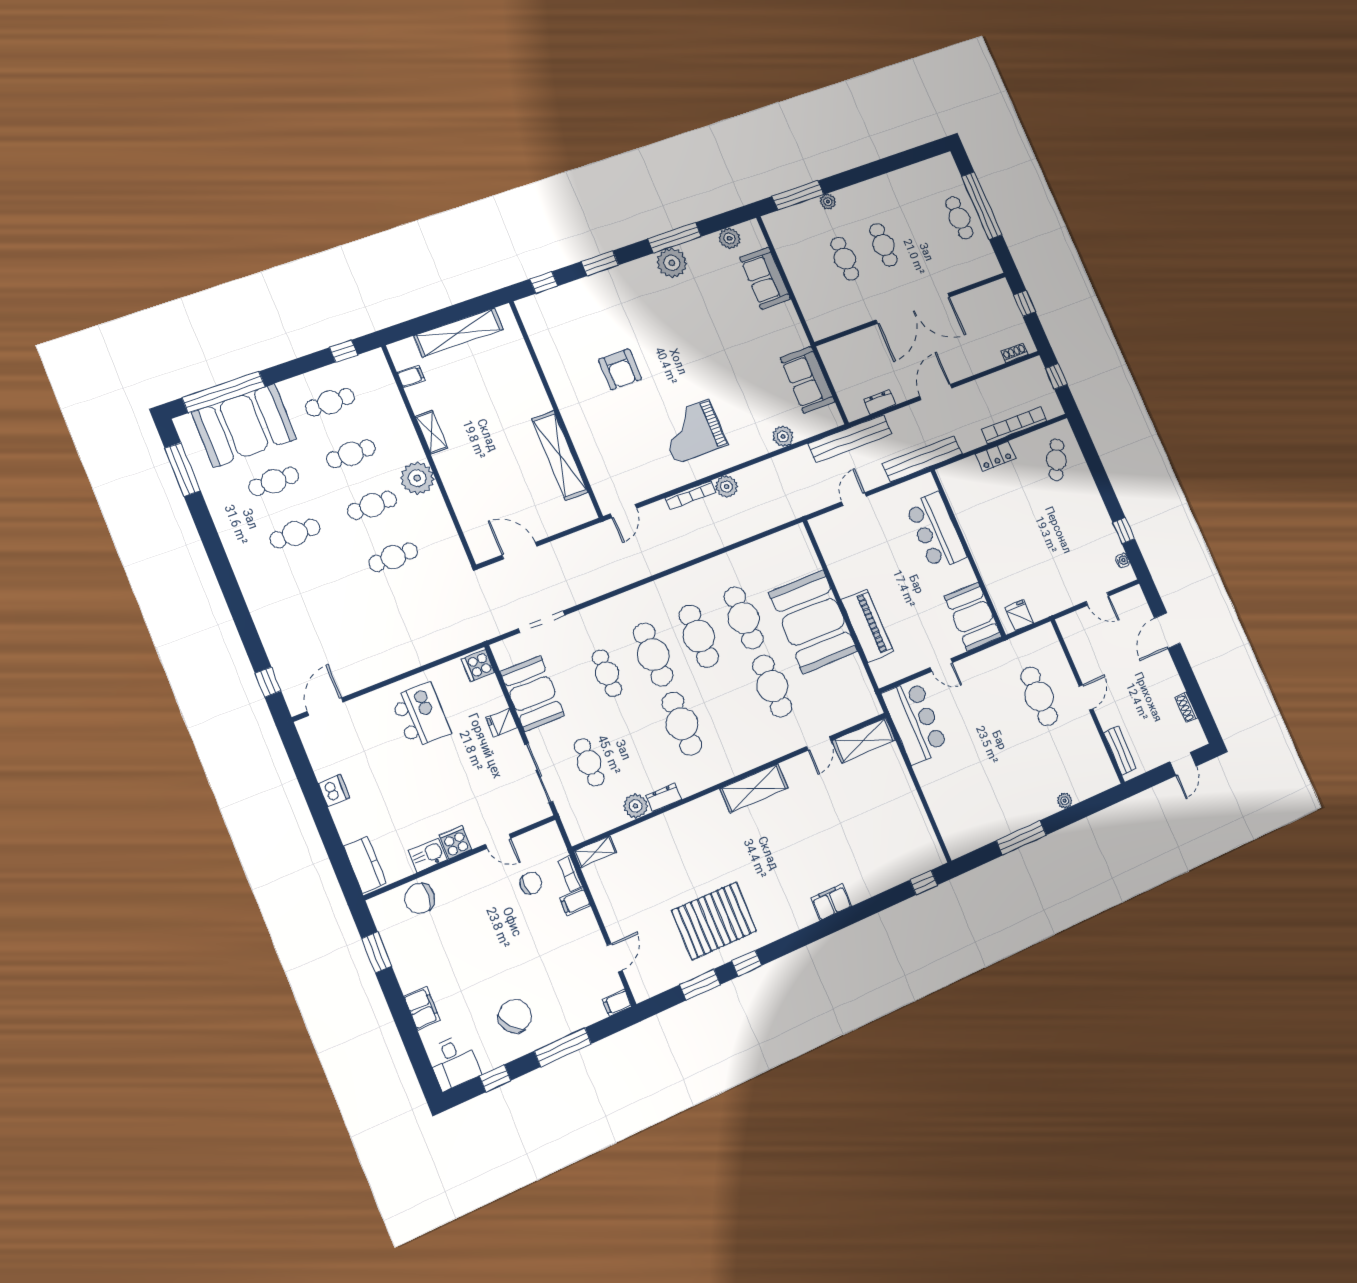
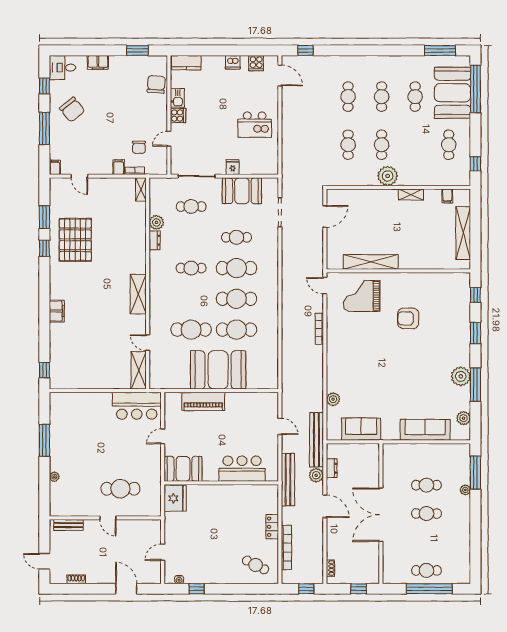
sofa: (765, 278) -> (425, 430), width x1.36
grand piano: (692, 431) -> (362, 296), moved, turned -90
cafe table: (351, 454) -> (348, 97), moved
plant: (727, 487) -> (316, 475), moved
fridge: (1019, 615) -> (175, 498), width x1.88, depth x1.34
cooker: (478, 666) -> (256, 63), moved, turned 180
cafe table: (682, 724) -> (191, 268), width x0.73, depth x0.74

